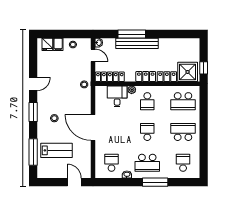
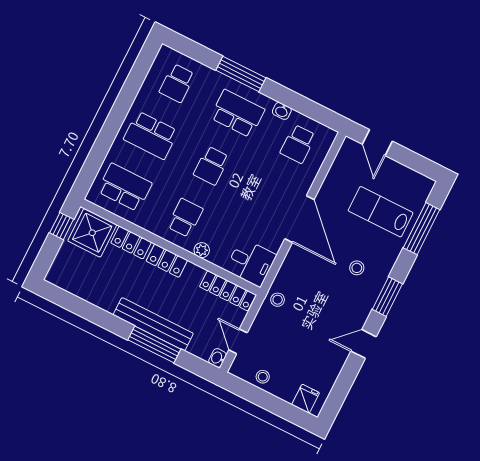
filing cabinet: (58, 44) -> (288, 390), removed
desk: (117, 96) -> (251, 263), moved, turned -90

